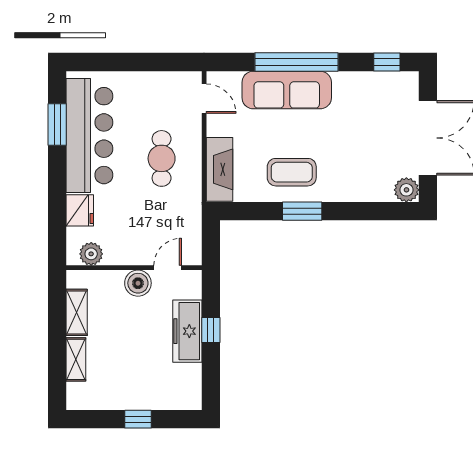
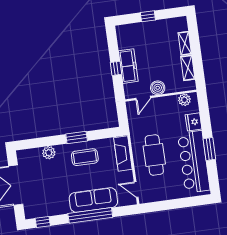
window: (57, 124) -> (209, 149), moved
cafe table: (162, 158) -> (154, 155), width x1.37, depth x1.35
plant: (406, 190) -> (49, 153), moved

